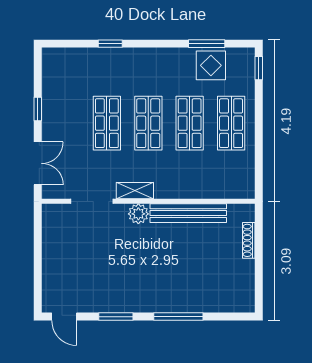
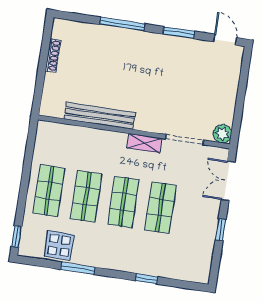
window: (207, 44) -> (78, 268), moved
plant: (138, 214) -> (222, 134), moved
shoe rack: (249, 240) -> (53, 56), moved

